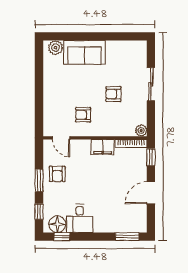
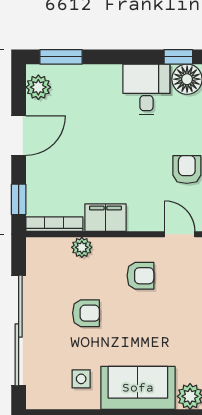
side table: (116, 57) -> (81, 379), added
sliding door: (151, 84) -> (19, 331), width x1.86
plant: (141, 131) -> (82, 247), moved
plant: (140, 220) -> (38, 87), added

